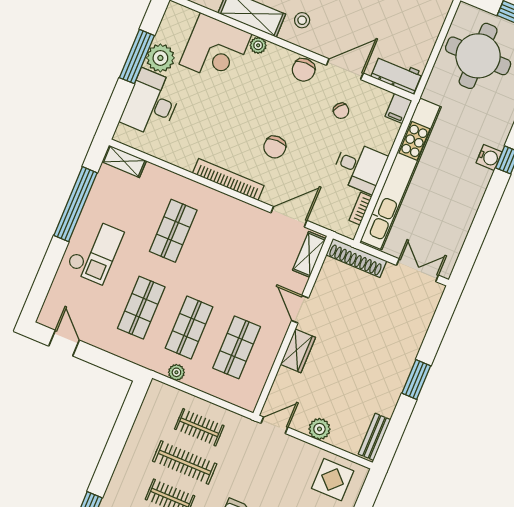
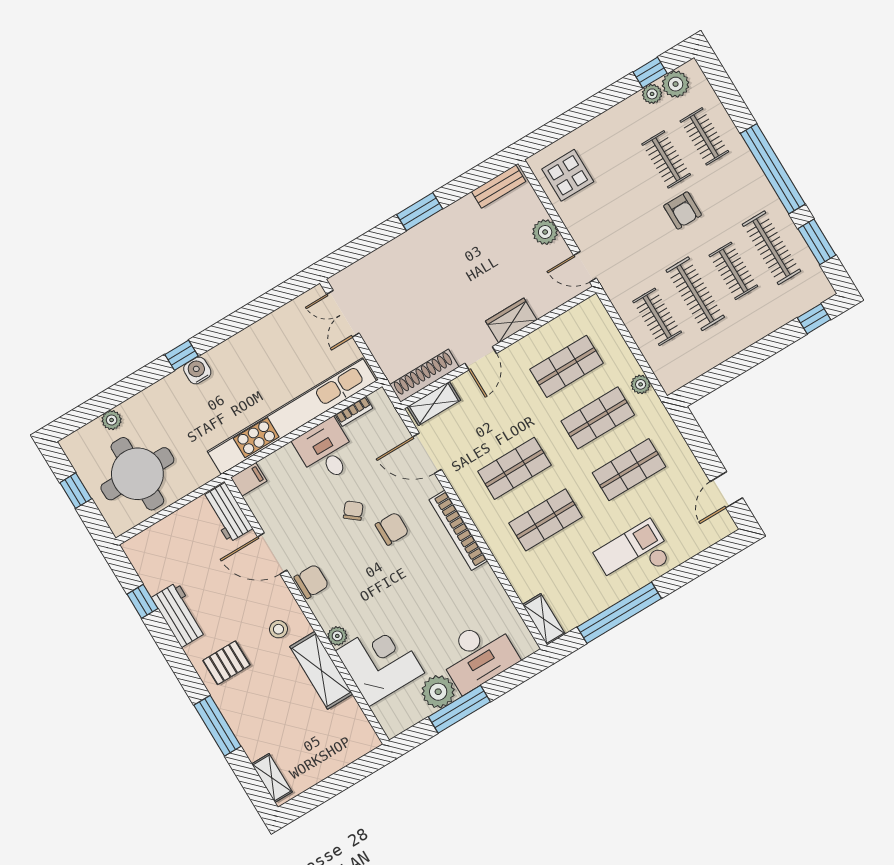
chair: (341, 111) -> (353, 511), moved
shop shelf: (221, 251) -> (514, 468), added
shoe rack: (356, 258) -> (424, 376), moved, turned -90

